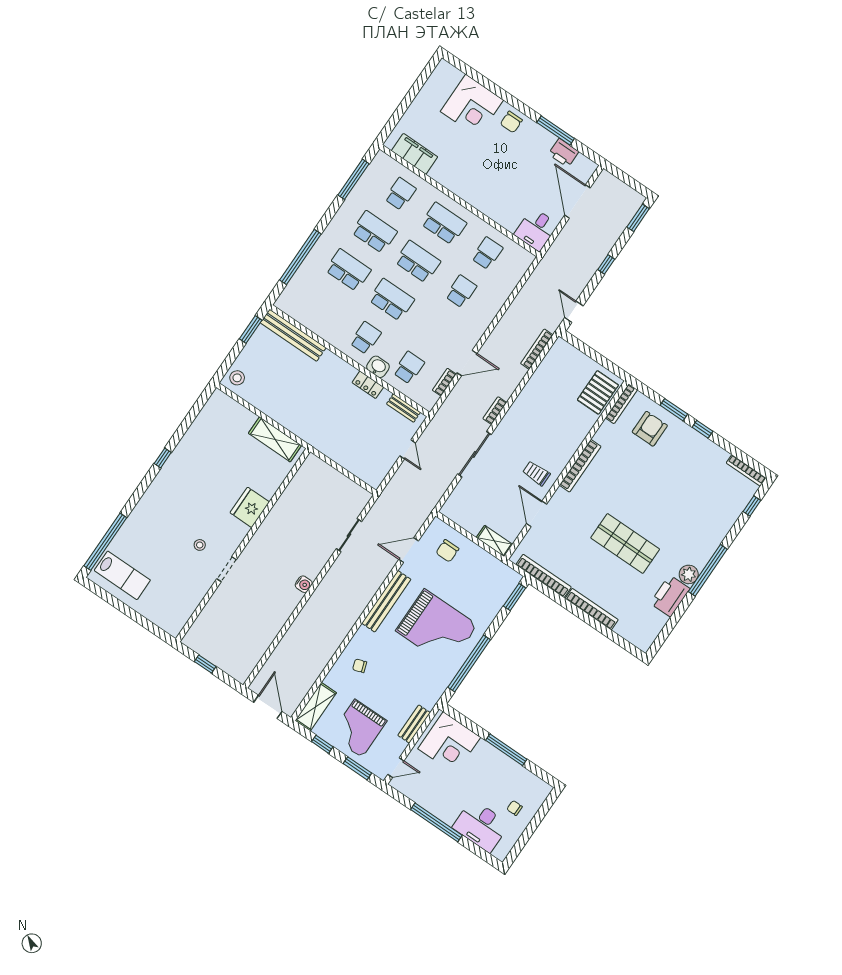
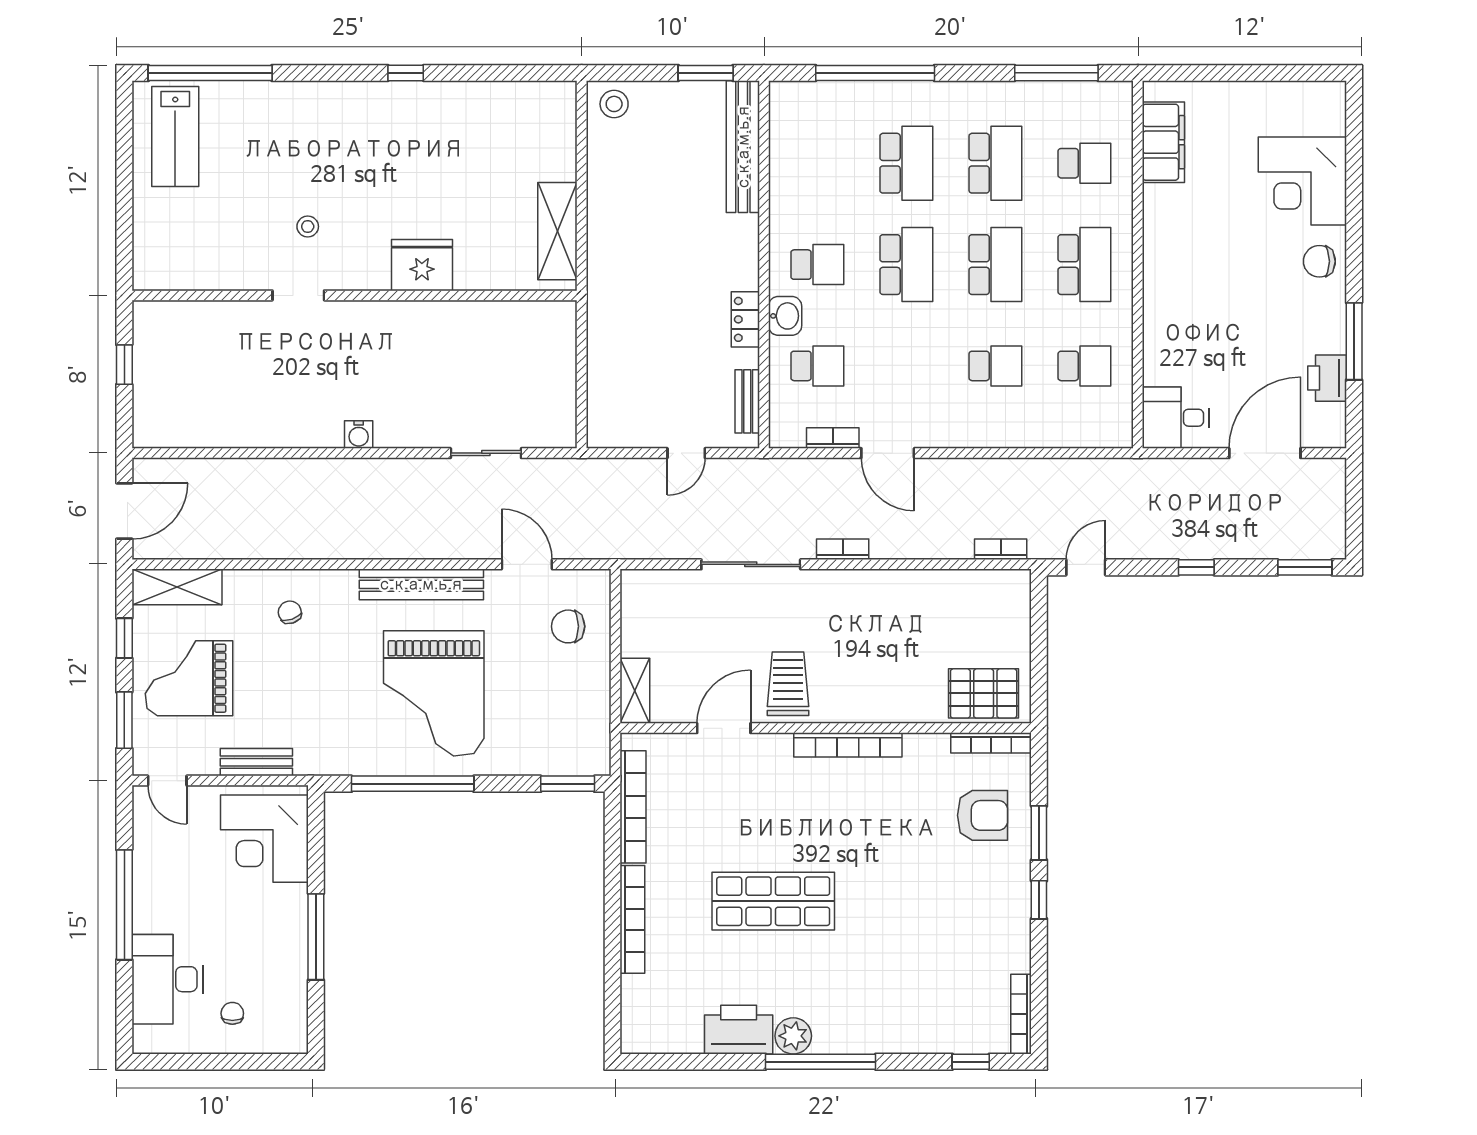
bookcase: (537, 349) -> (1001, 549), width x0.64
trolley: (536, 473) -> (788, 684), width x1.36, depth x1.39
shop shelf: (625, 543) -> (773, 901), turned 90

